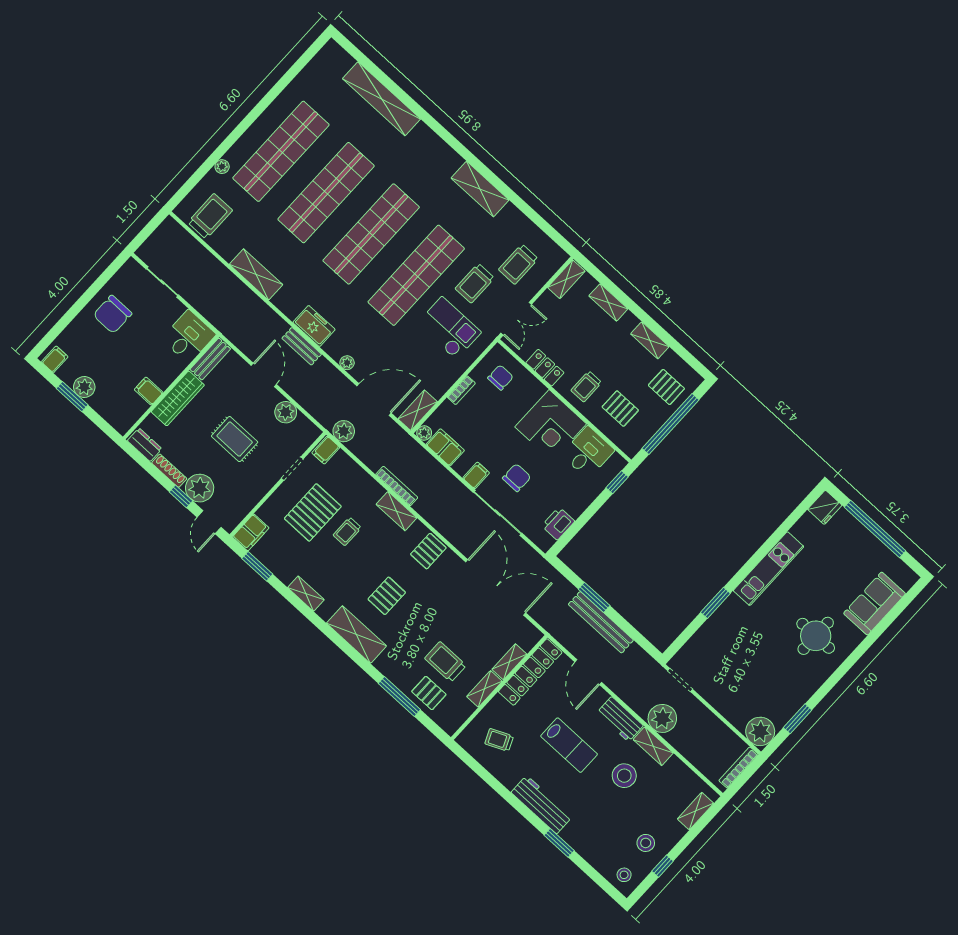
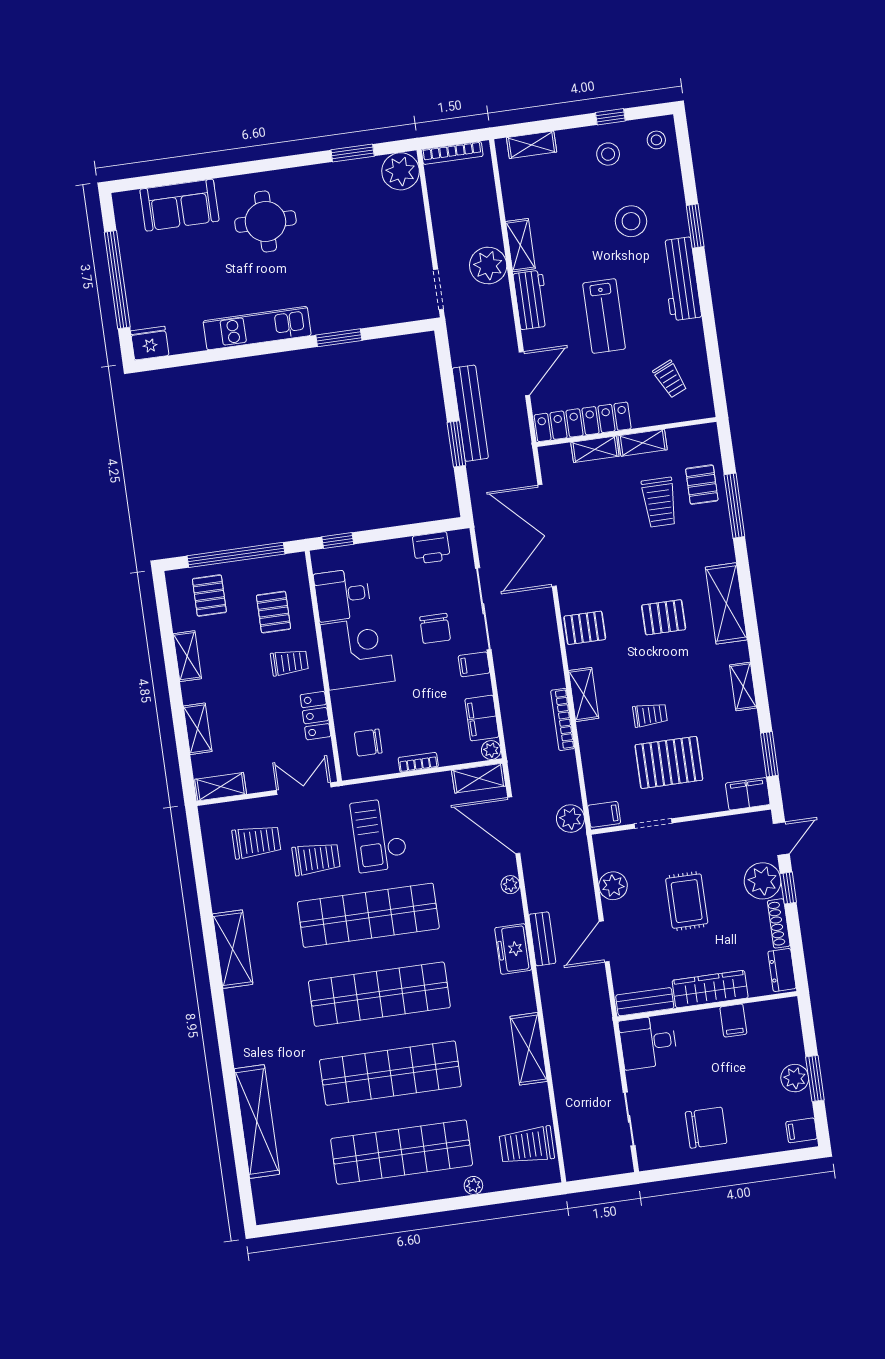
chair: (517, 478) -> (435, 628), turned -90
lab bench: (569, 745) -> (604, 316), turned 180
stool: (624, 776) -> (631, 221), moved

